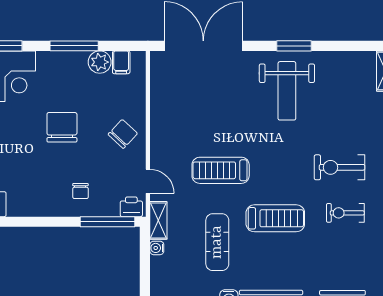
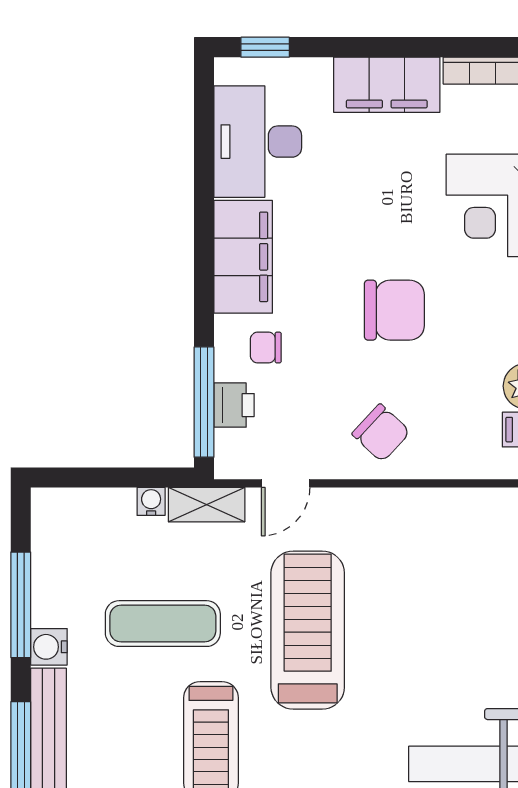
treadmill: (221, 170) -> (308, 630), width x1.37, depth x1.38
filing cabinet: (35, 202) -> (243, 257), added
printer: (131, 207) -> (234, 405), moved

